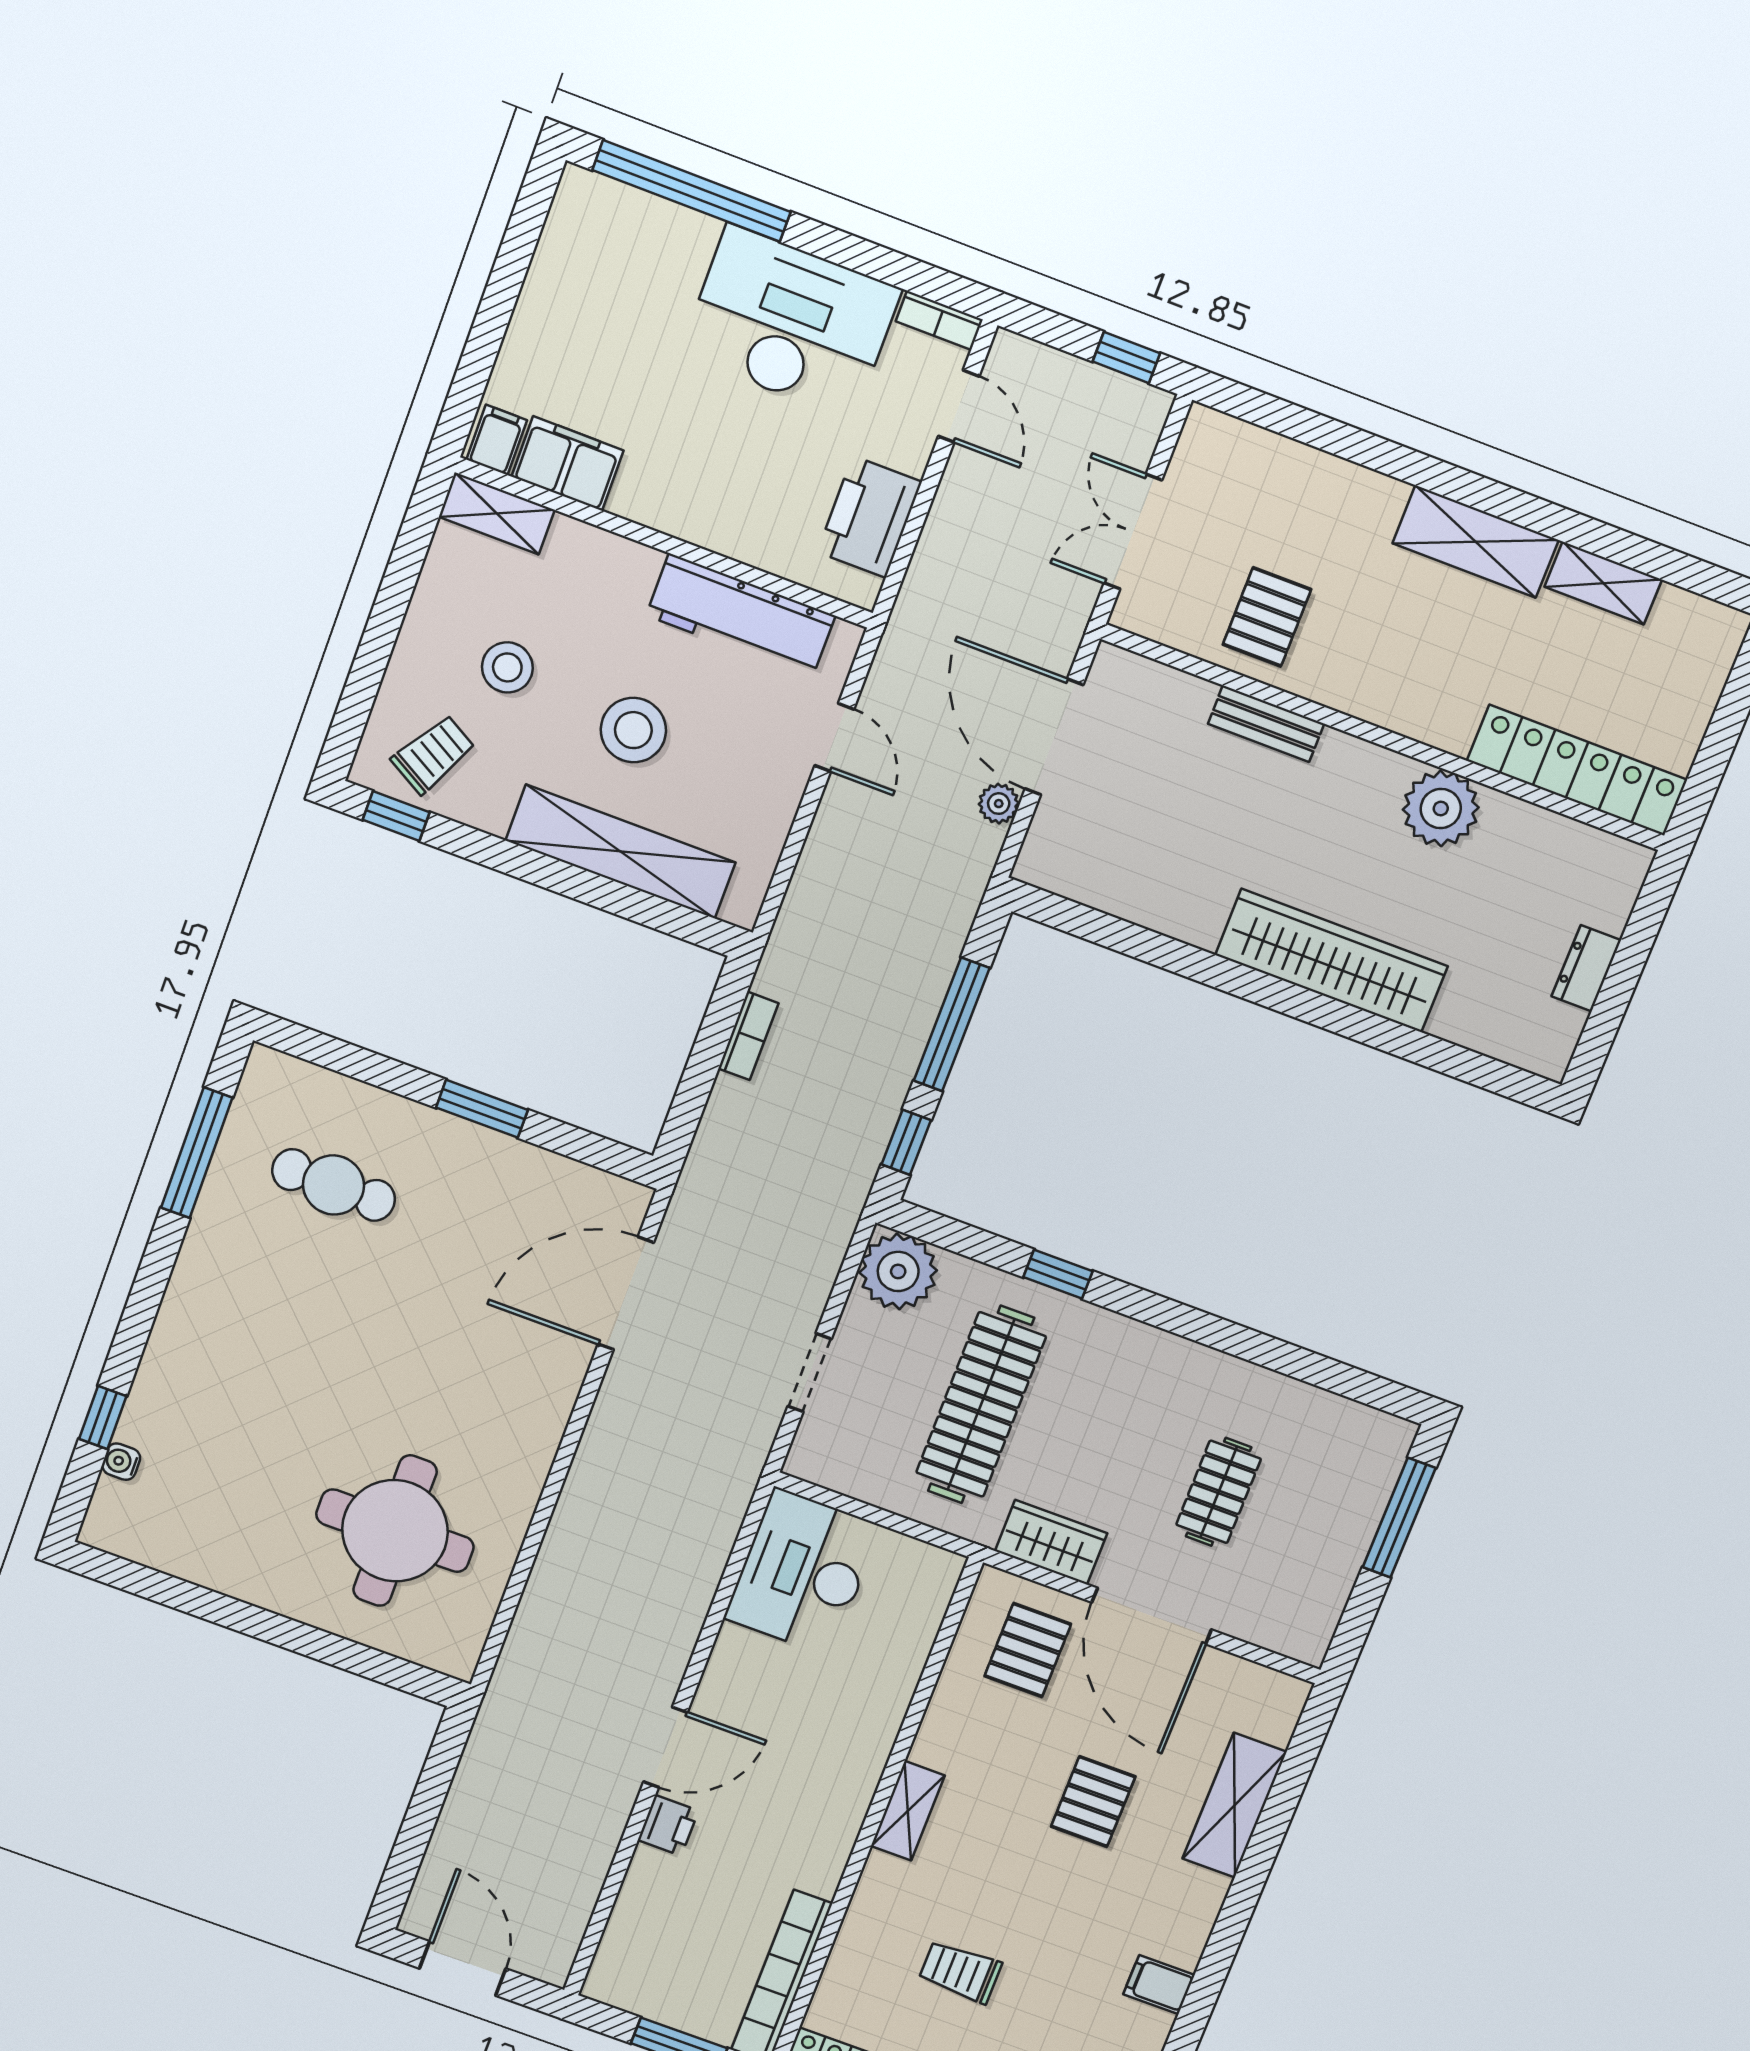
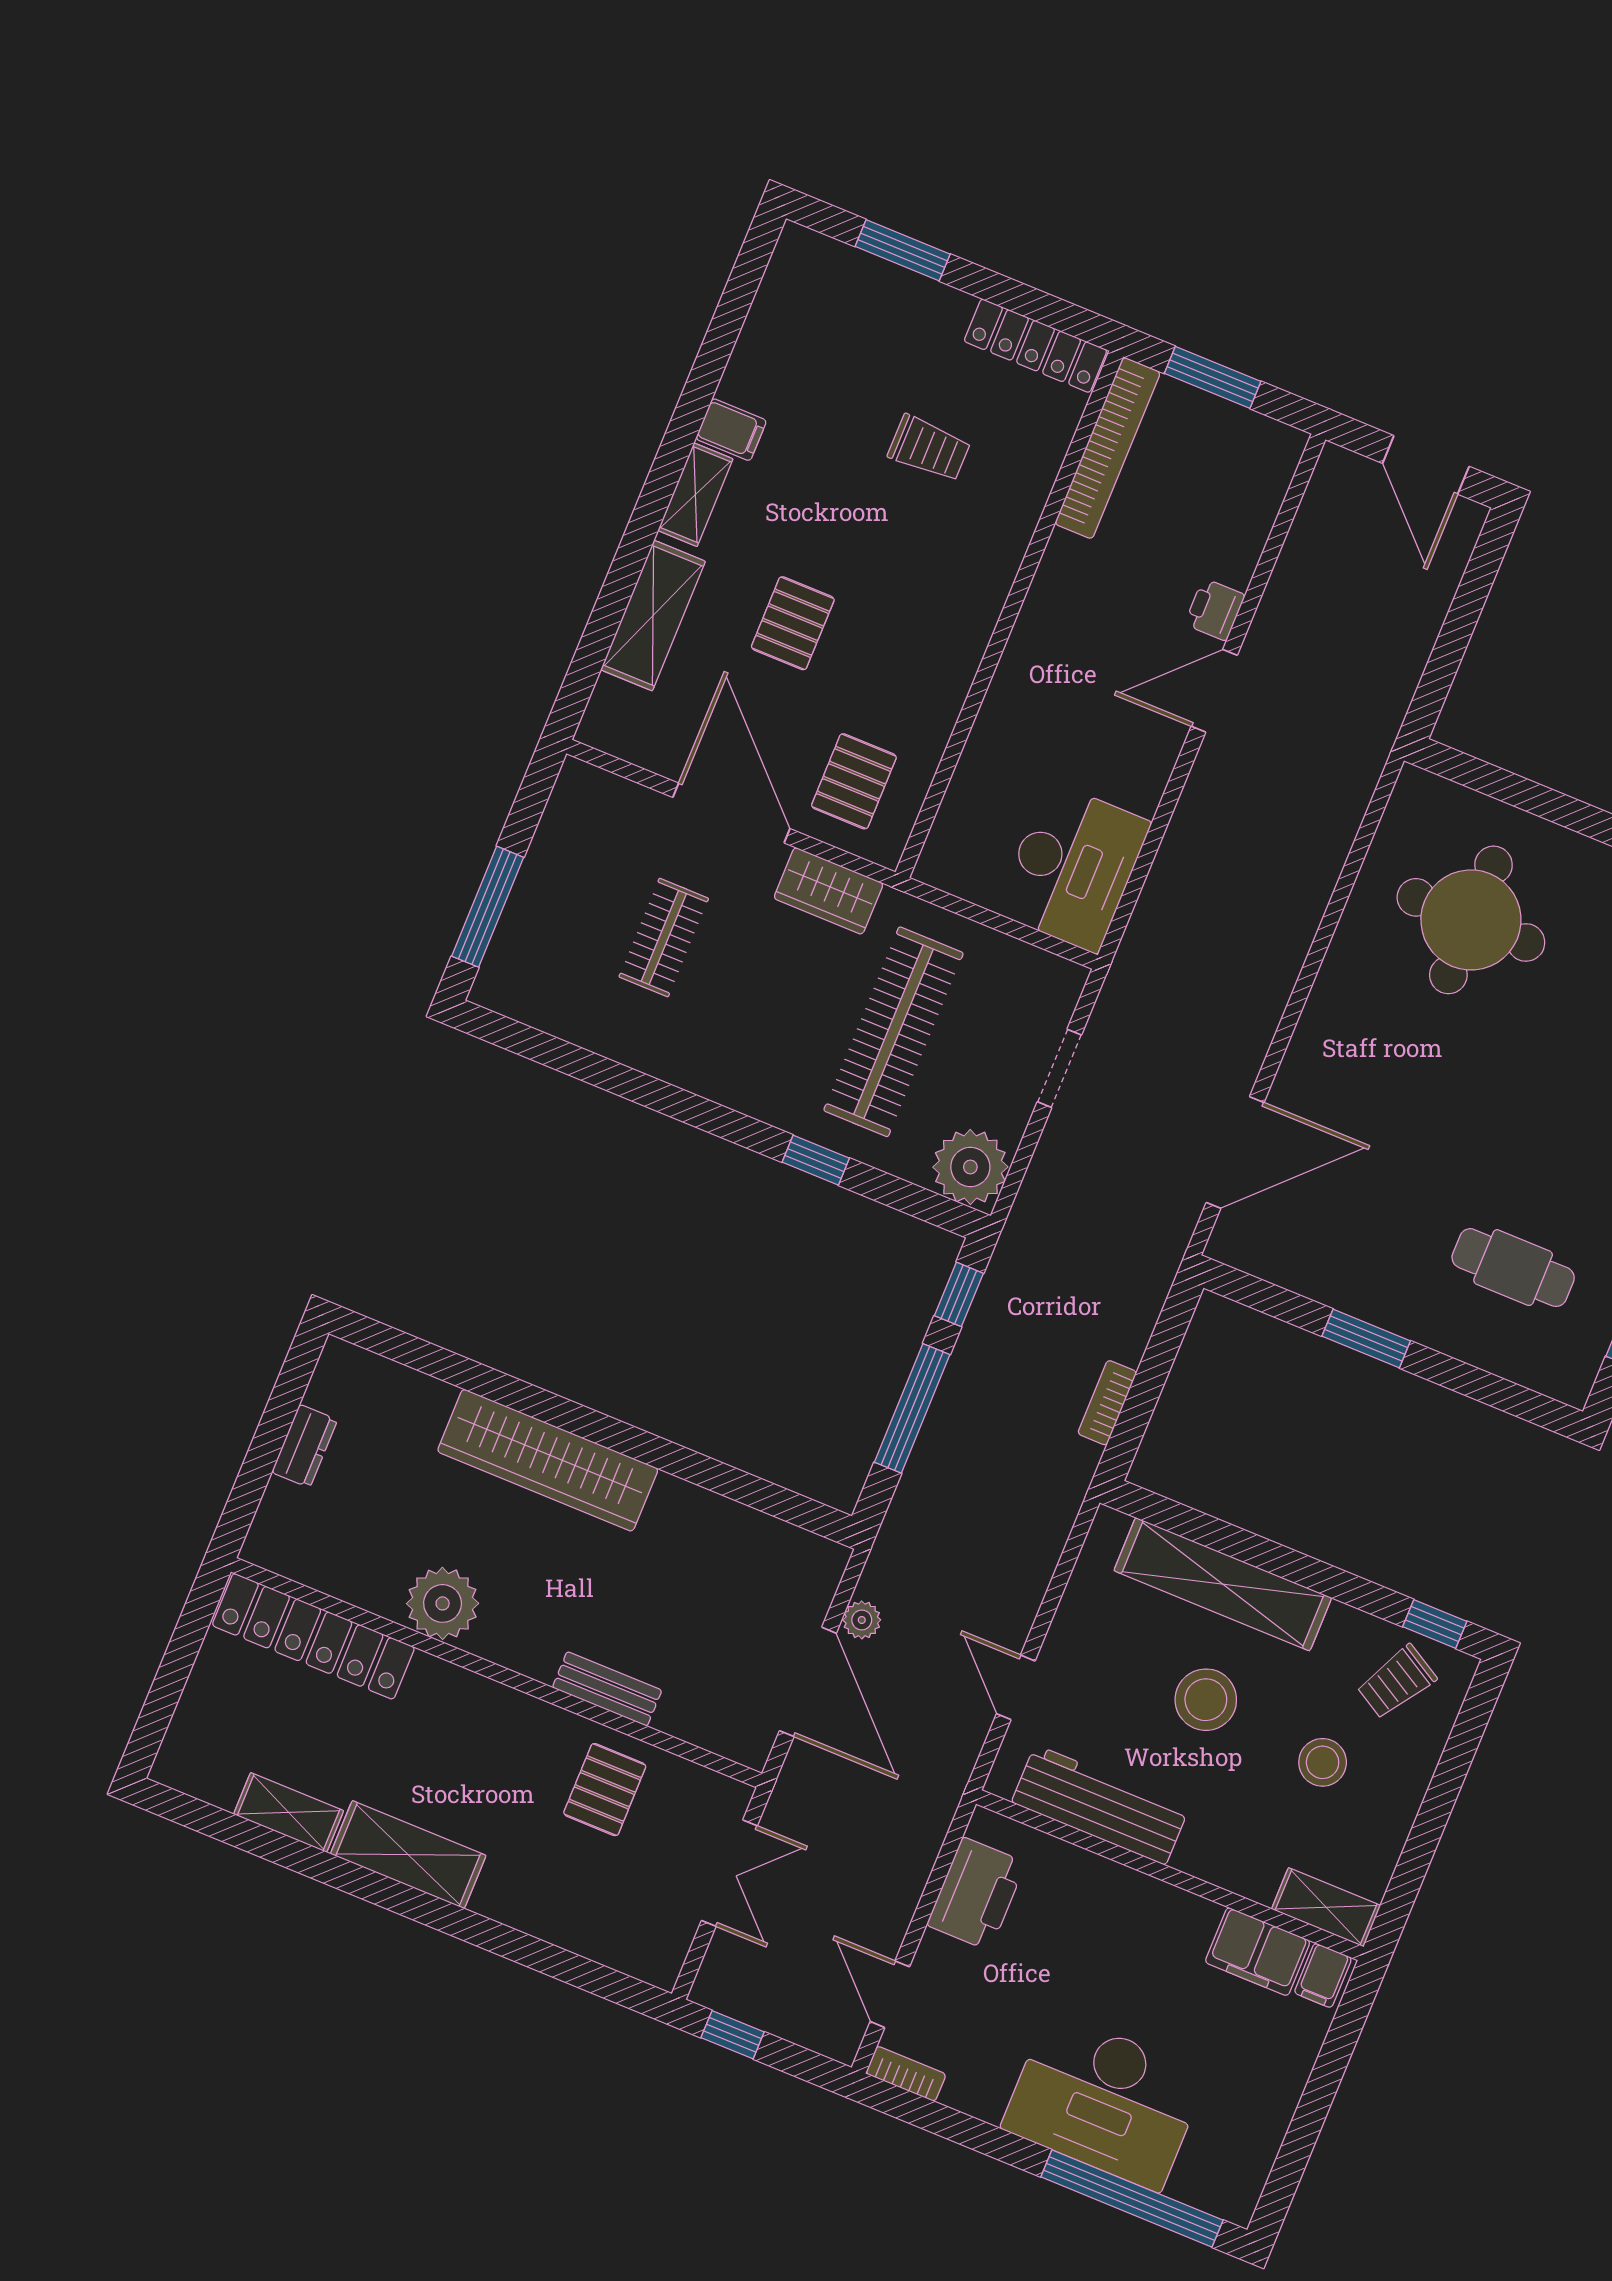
desk: (791, 322) -> (1104, 2101), moved
shelving: (908, 1811) -> (695, 495), moved

